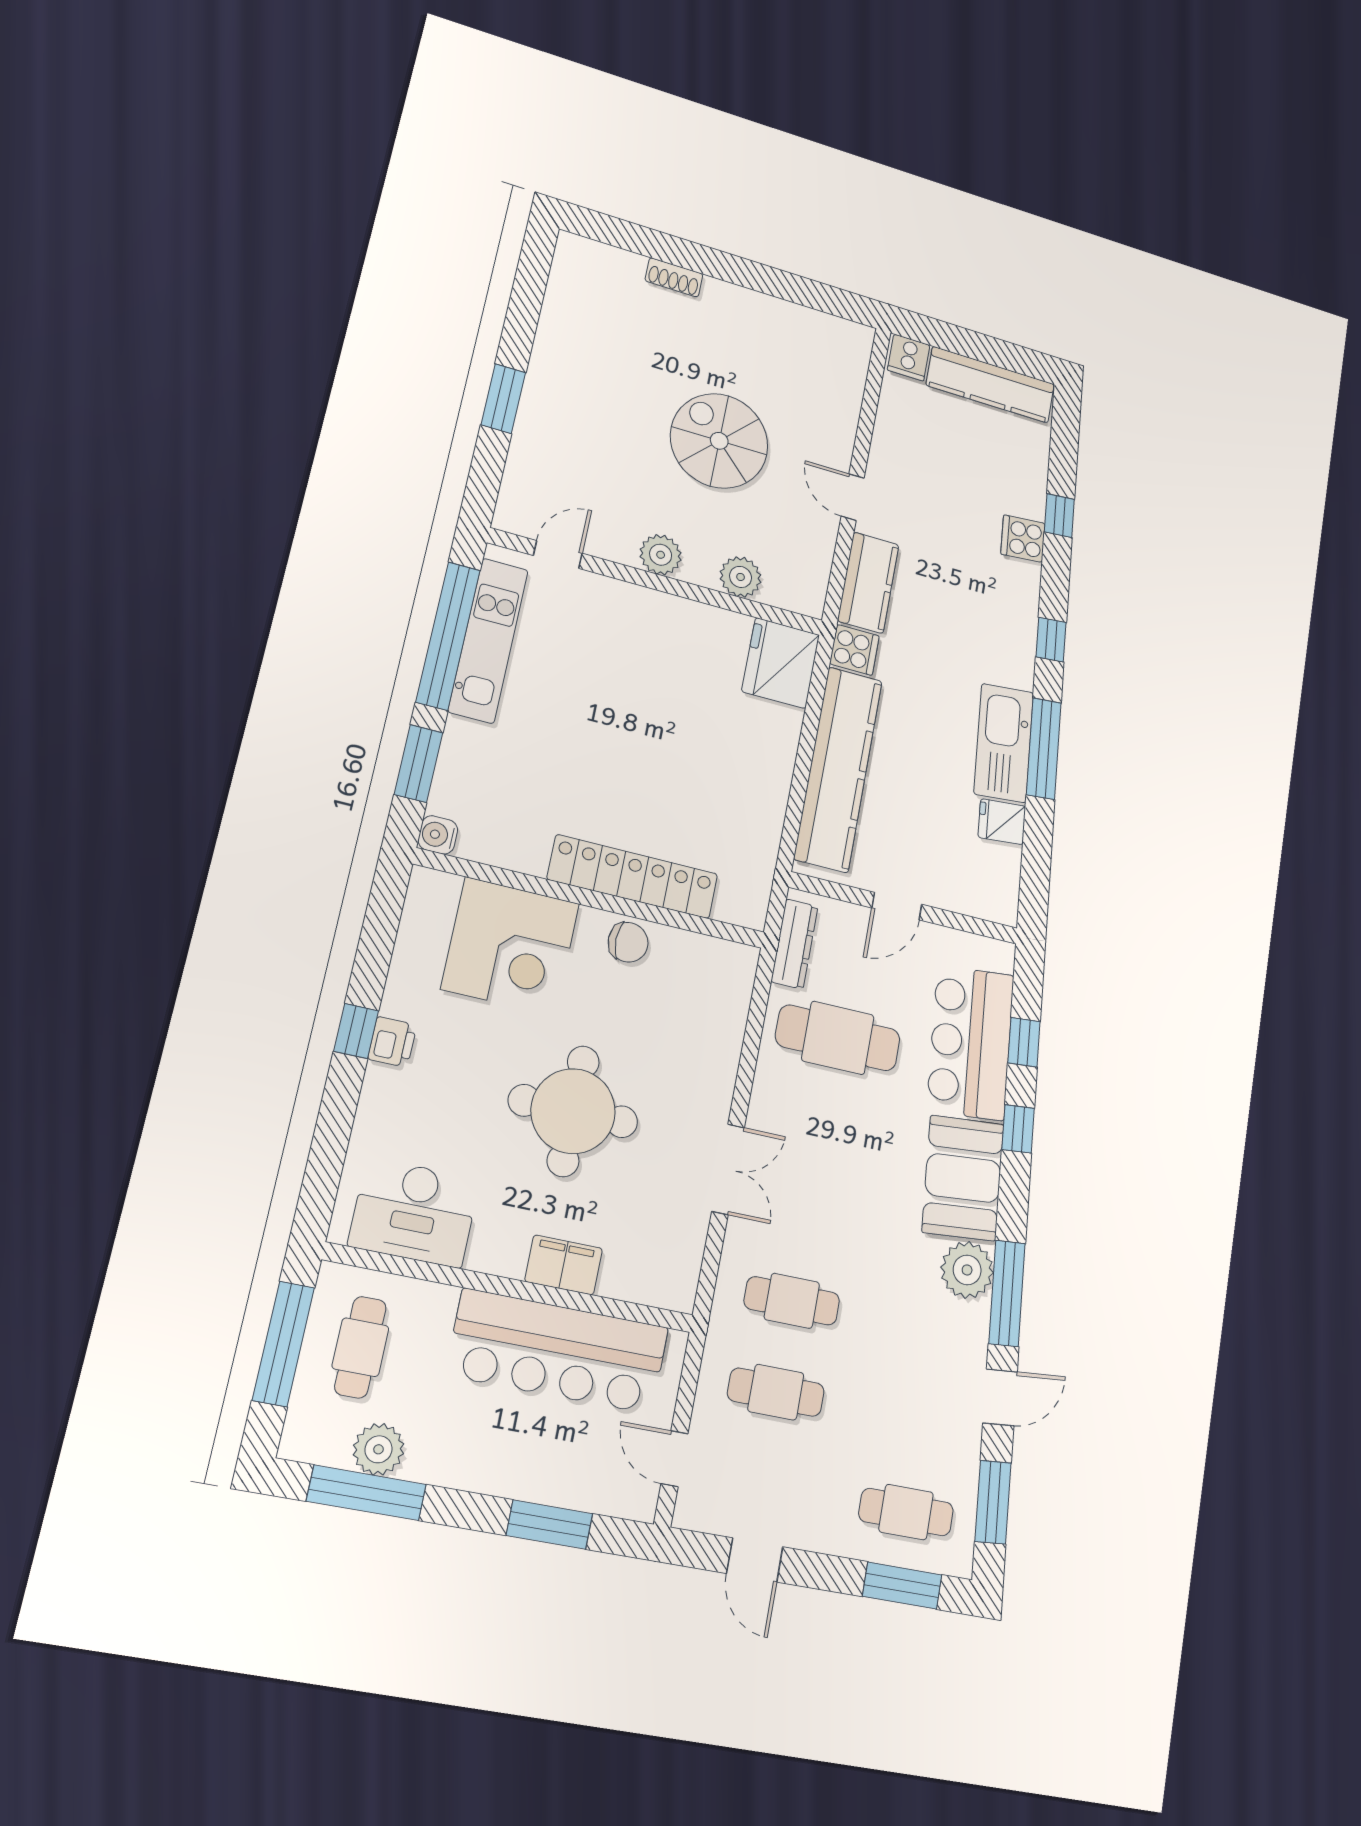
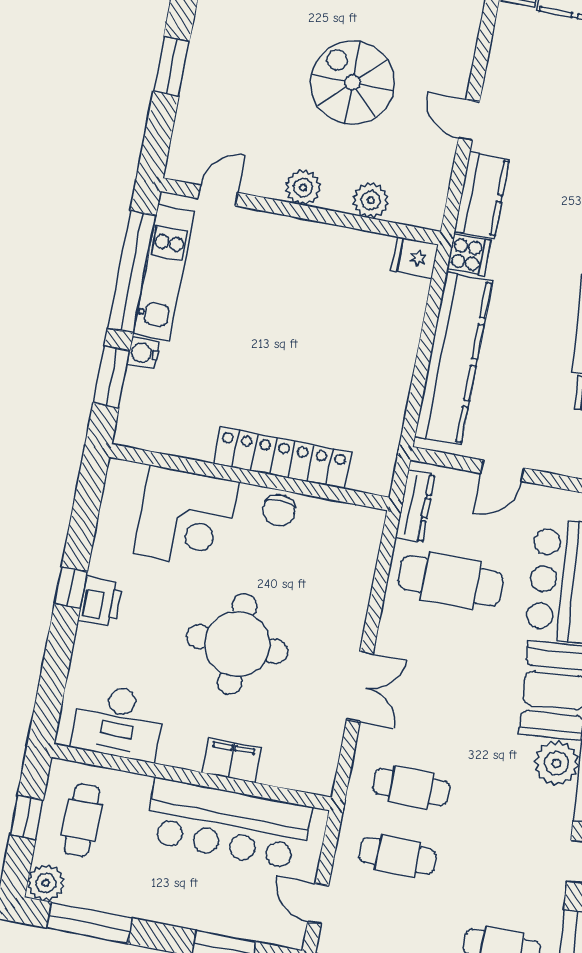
fridge: (781, 663) -> (415, 258), width x0.53, depth x0.75
water cooler: (438, 835) -> (143, 353), moved
chair: (628, 942) -> (279, 511), turned 90
printer: (392, 1042) -> (100, 602), width x1.36, depth x1.24
window: (283, 1344) -> (27, 817), width x0.46
plant: (378, 1449) -> (46, 883), moved

